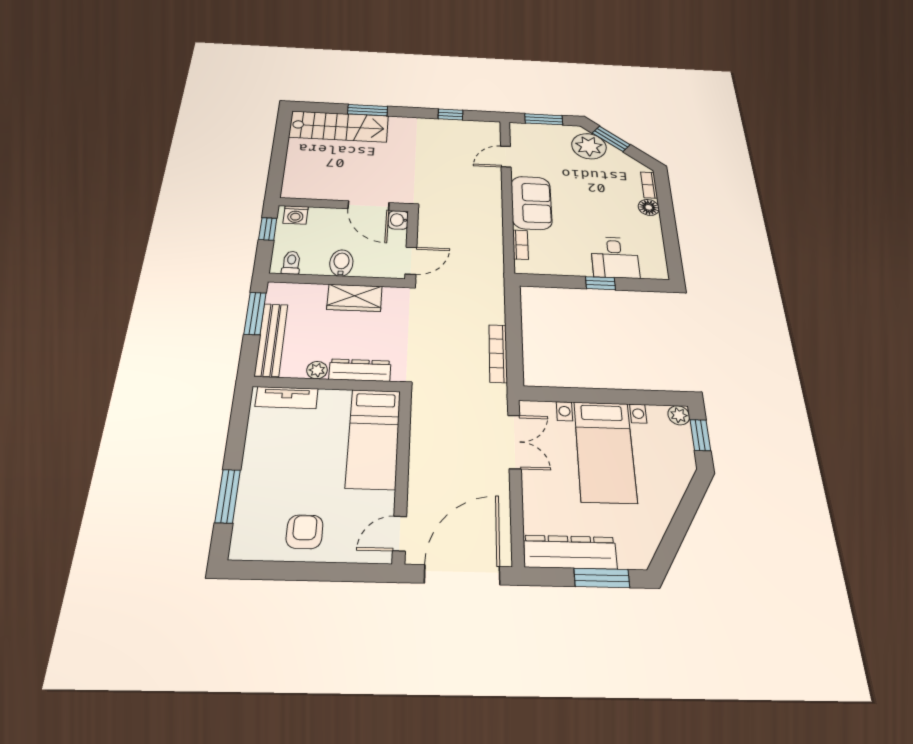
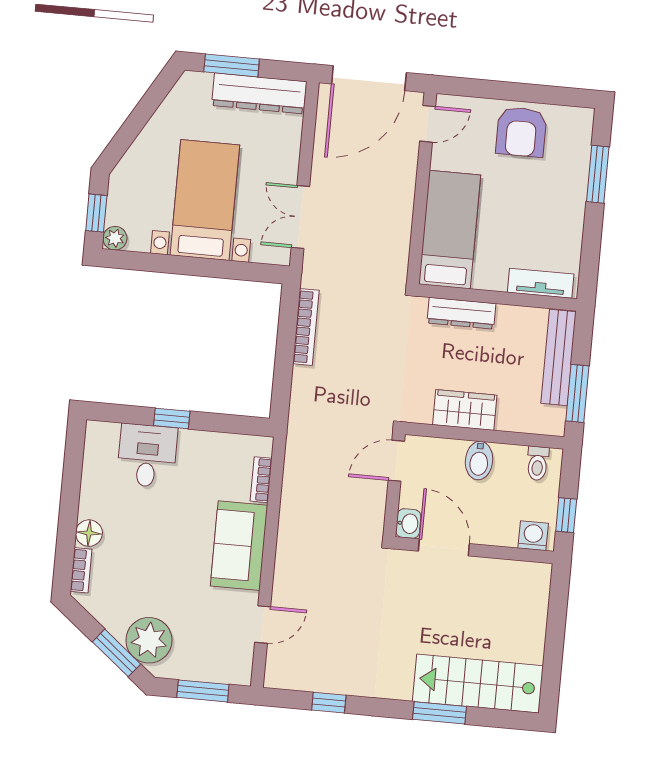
plant: (317, 370) -> (508, 316), removed
armchair: (305, 532) -> (521, 132), width x1.38, depth x1.38

